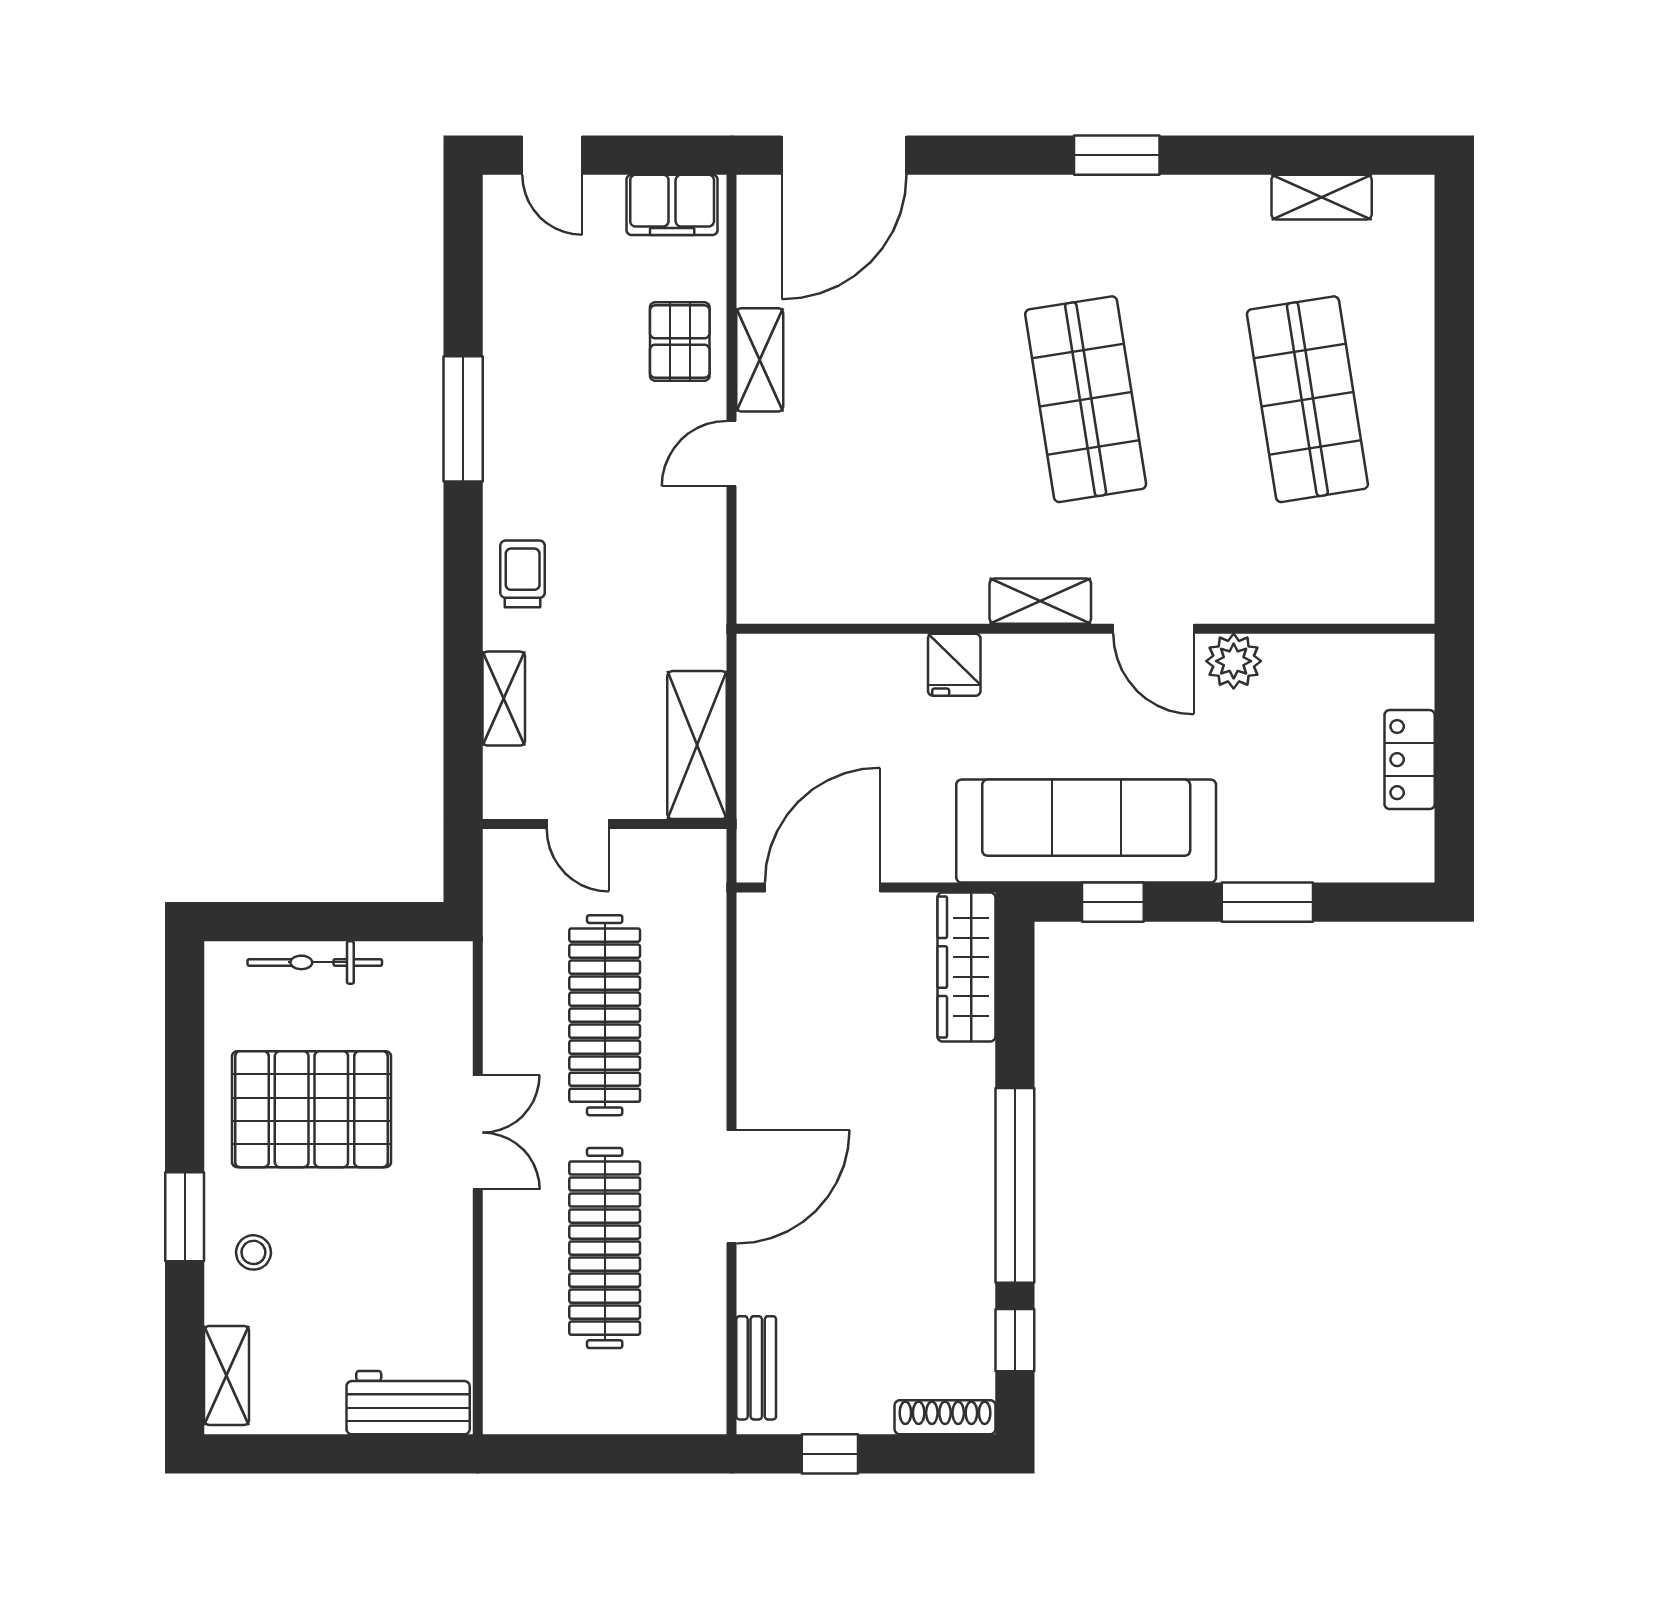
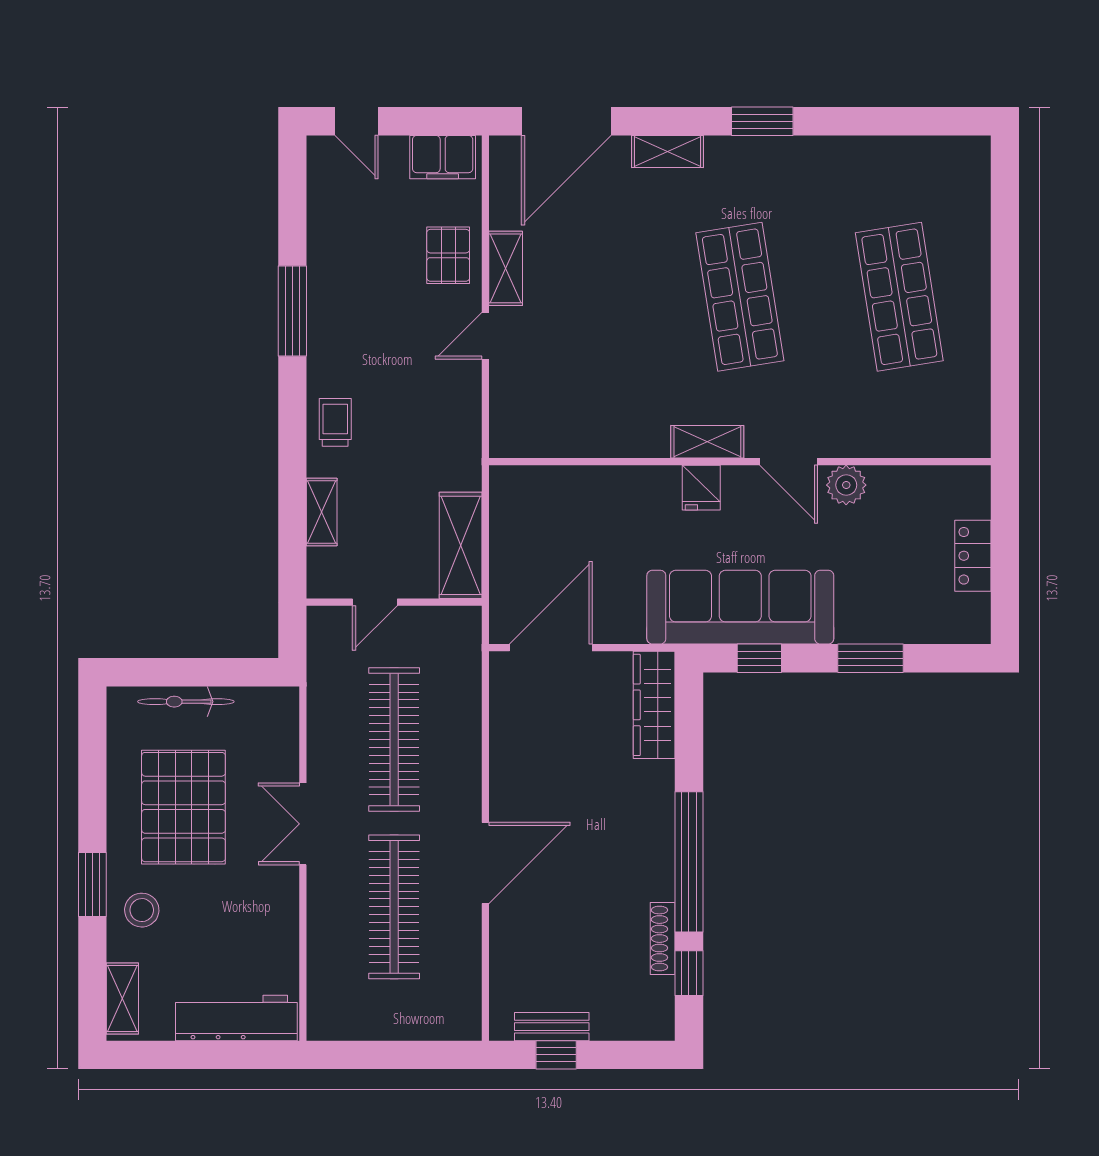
shelving: (1322, 197) -> (667, 151), moved
fridge: (954, 665) -> (701, 488), moved
door: (578, 824) -> (375, 602), hinge flipped
pallet: (311, 1109) -> (183, 807), turned 90
double door: (478, 1132) -> (303, 824), swing flipped
stool: (253, 1252) -> (142, 910), width x1.37, depth x1.37
bench: (756, 1368) -> (552, 1027), moved, turned 90
workbench: (408, 1403) -> (236, 1018), width x1.38
shoe rack: (945, 1417) -> (663, 939), moved, turned -90

